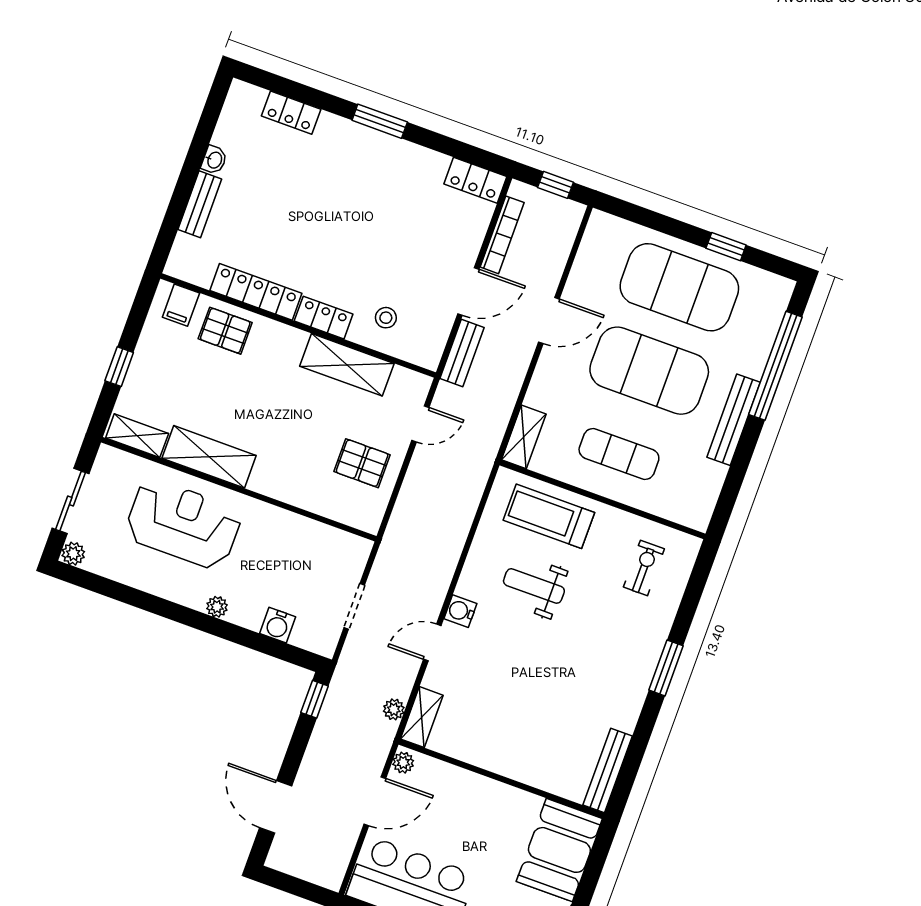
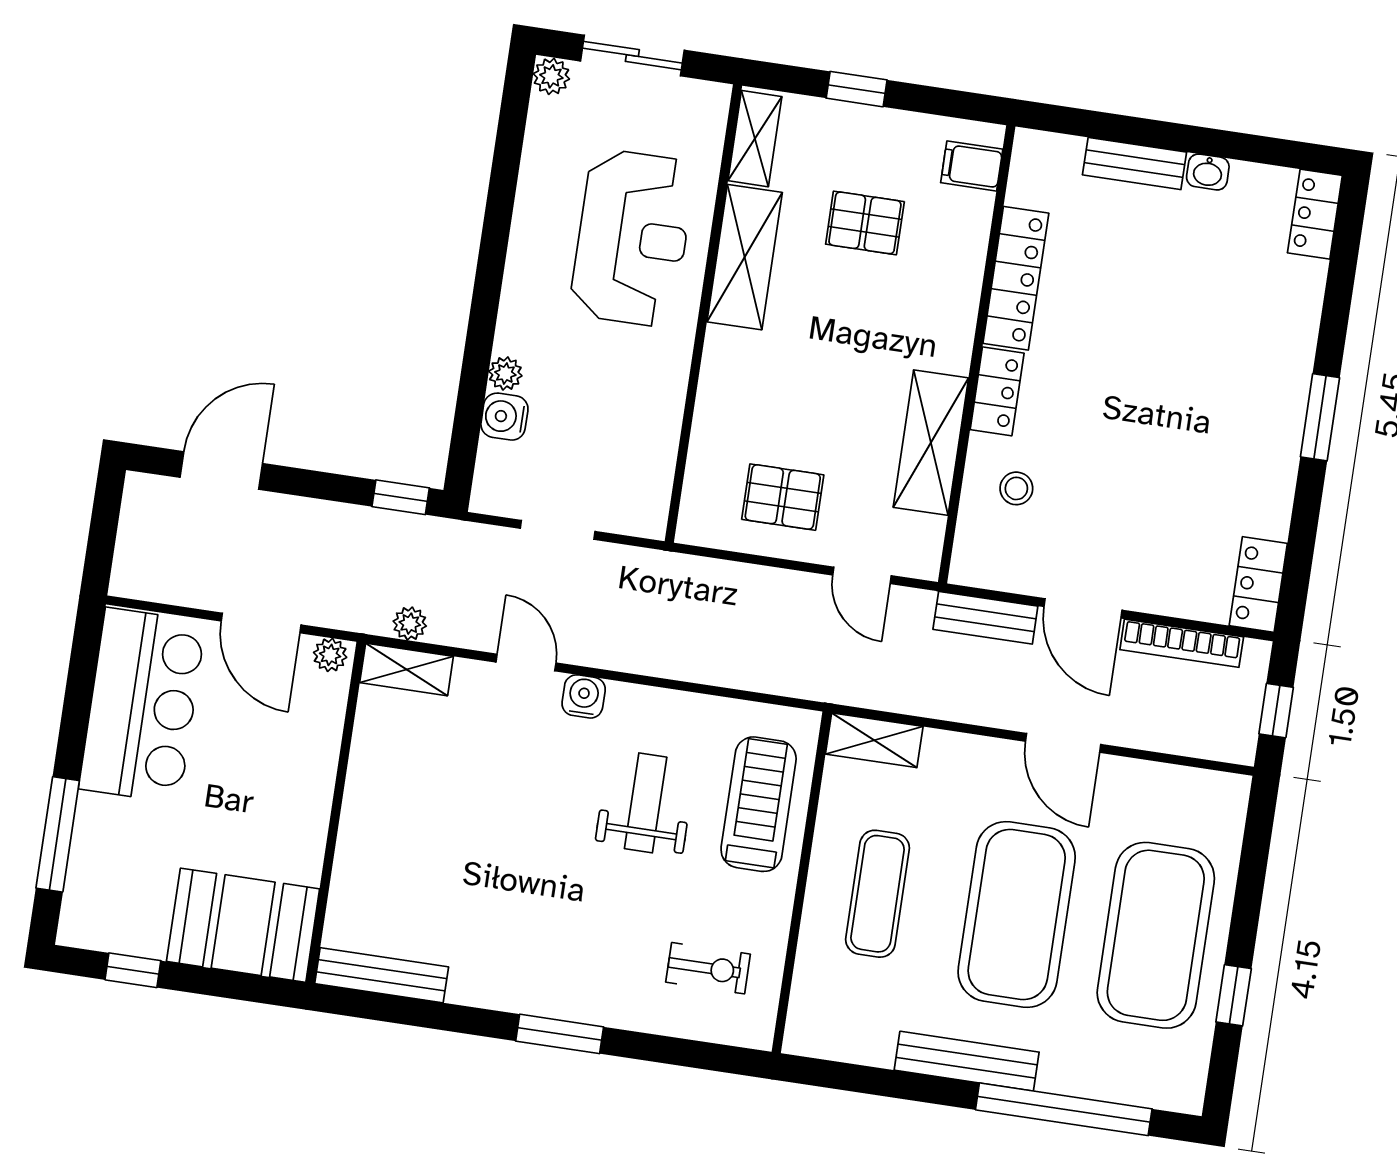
locker: (291, 113) -> (1315, 214), moved
pallet: (225, 331) -> (865, 223), moved, turned 90
pallet: (362, 463) -> (783, 497), turned 90
plant: (217, 607) -> (505, 374), moved

